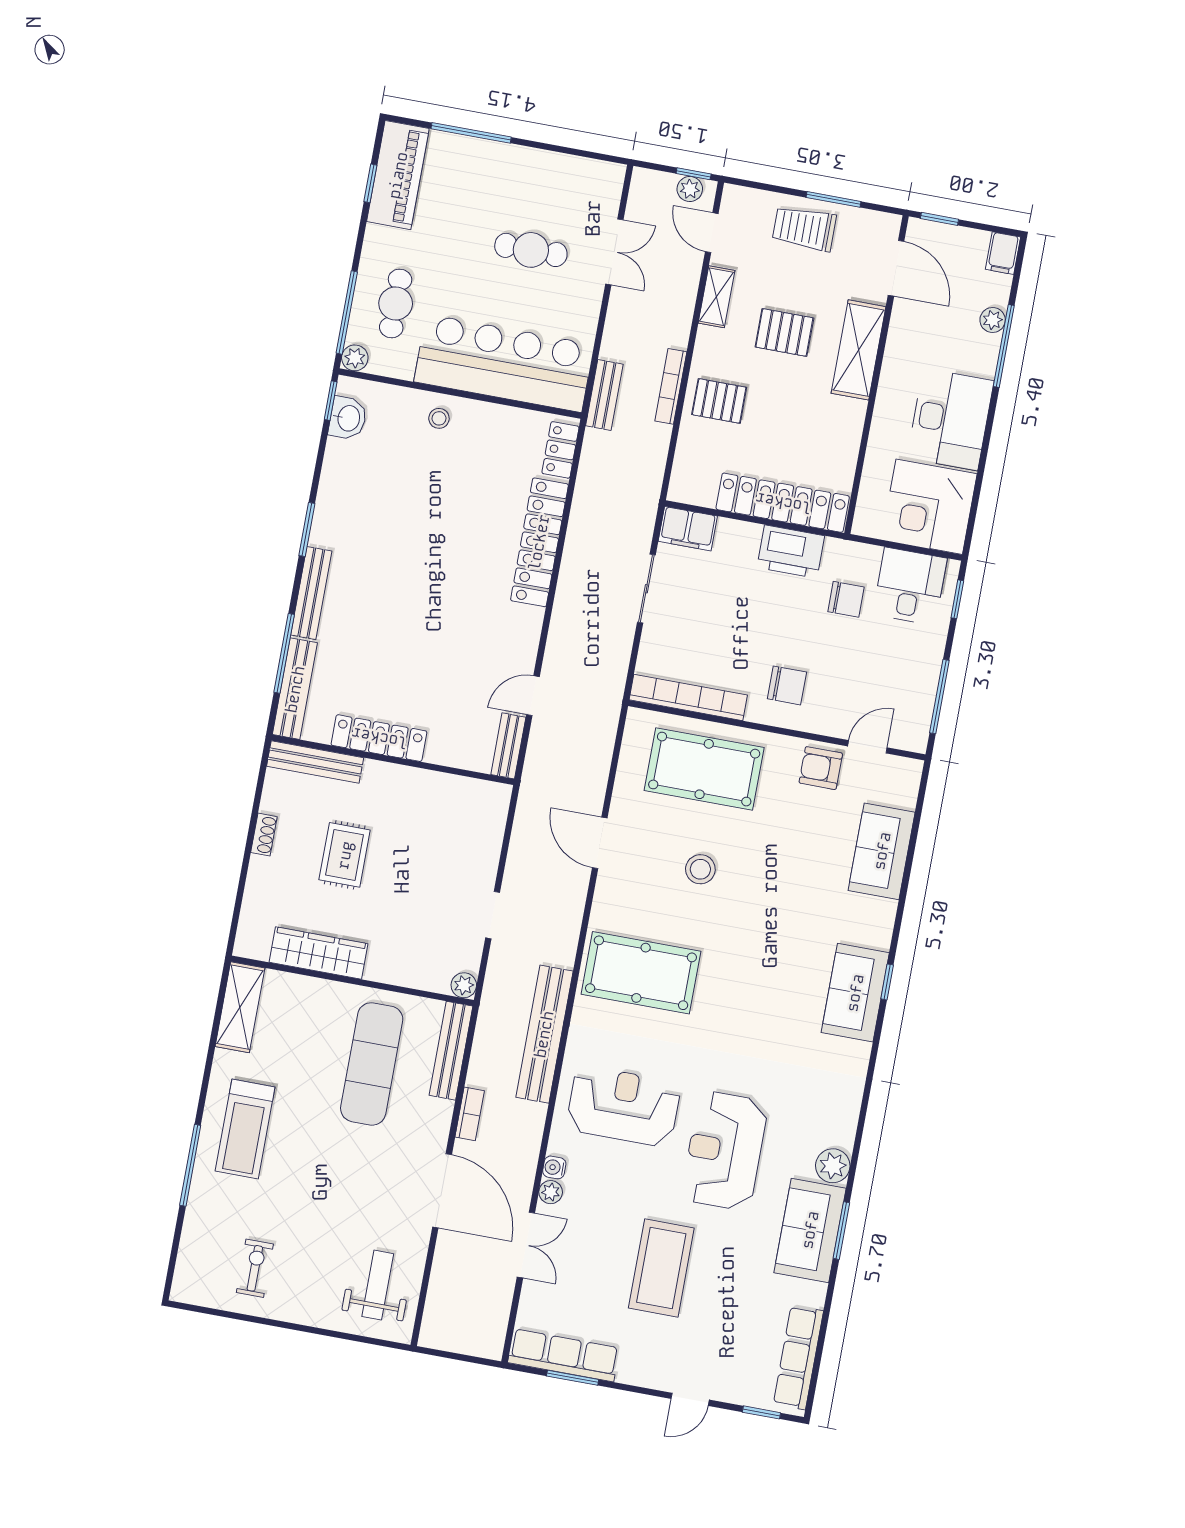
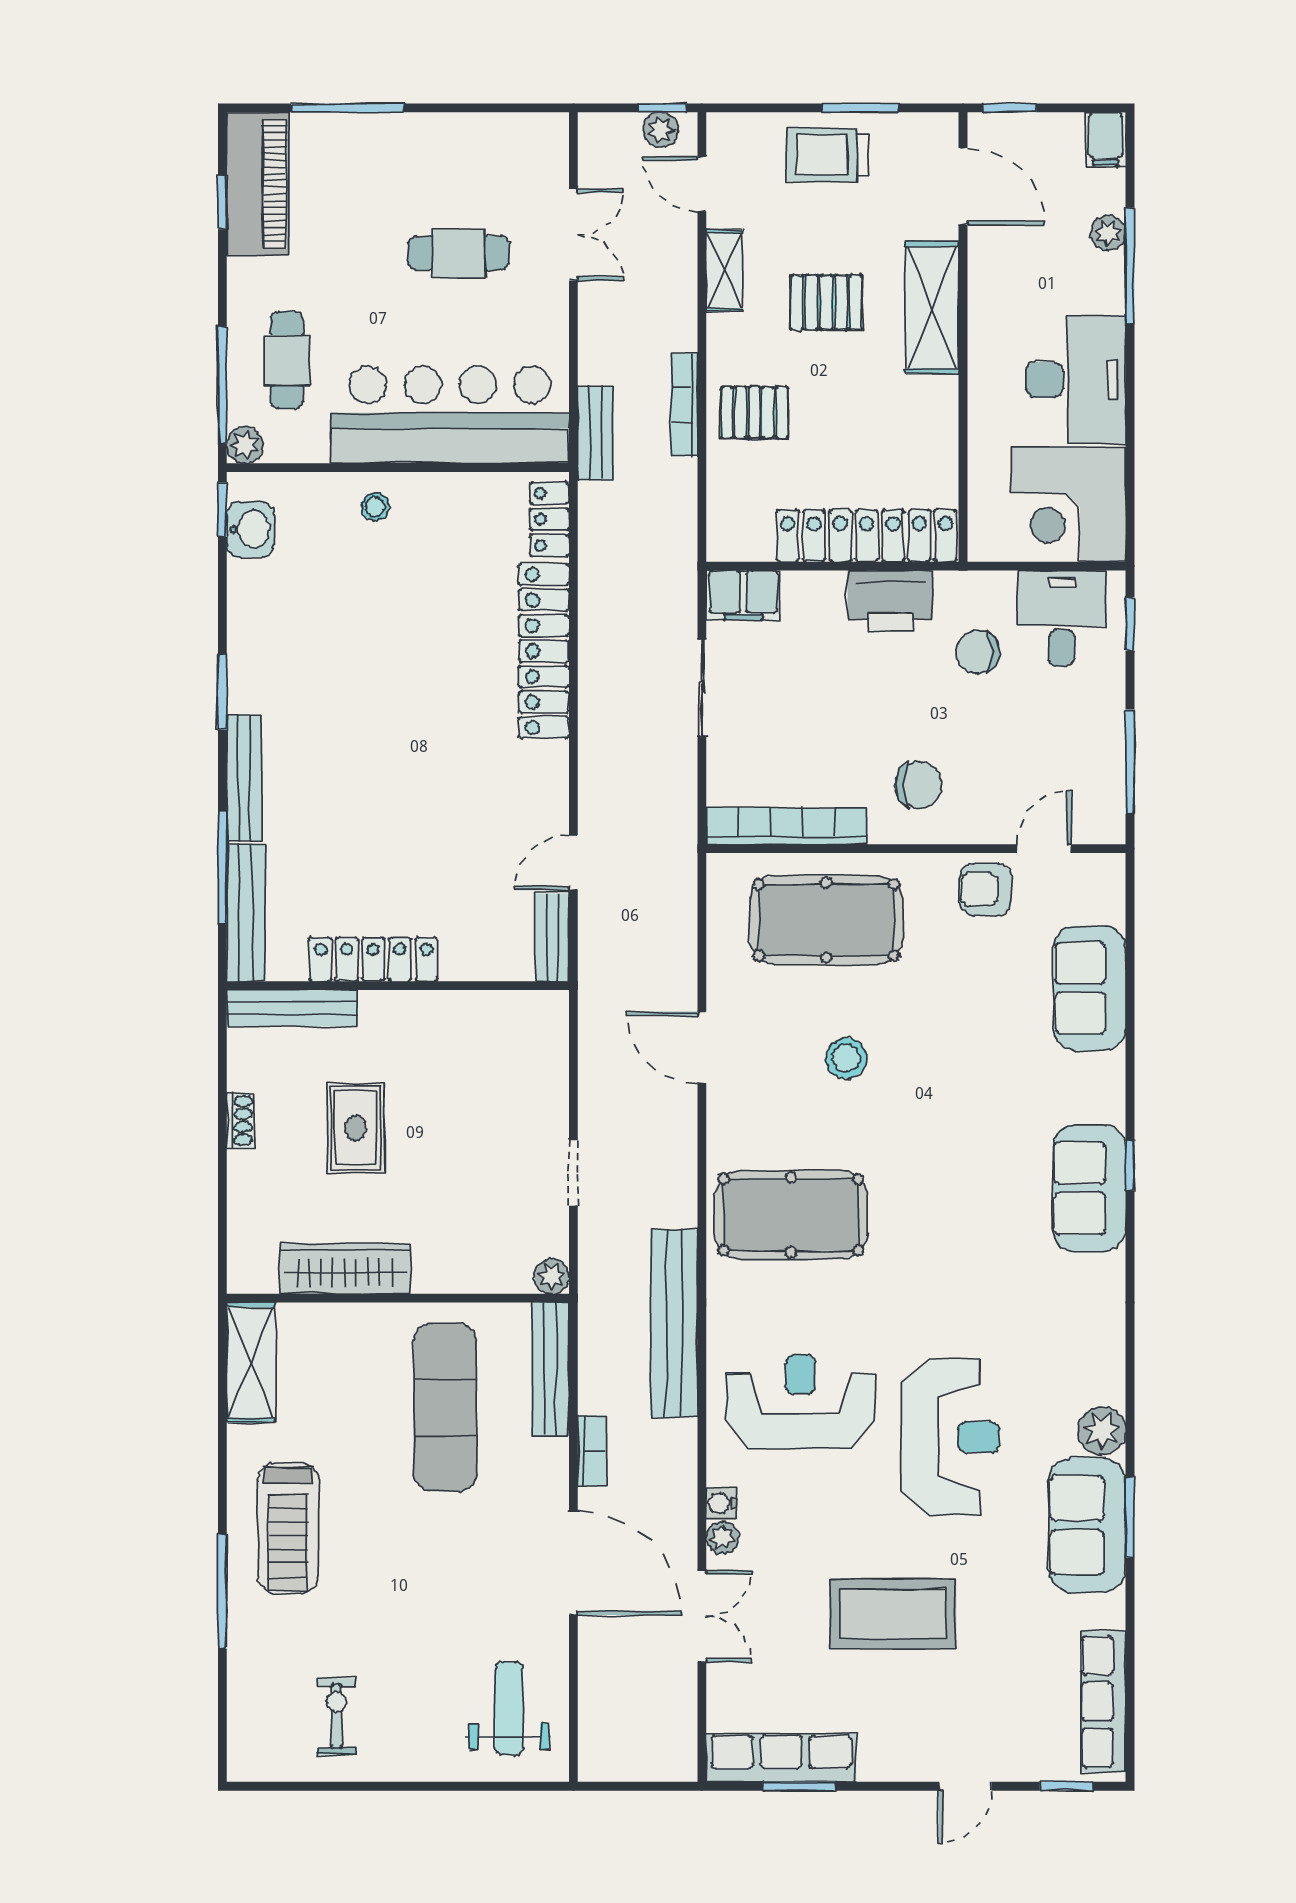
chair: (846, 599) -> (978, 652), turned 180
reception desk: (725, 1151) -> (950, 1437), turned 180
coffee table: (661, 1268) -> (893, 1614), turned 90

